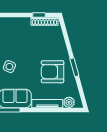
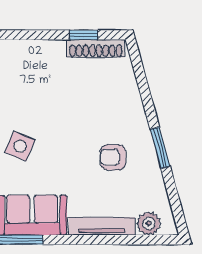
armchair: (53, 72) -> (113, 157), width x0.53, depth x0.53

